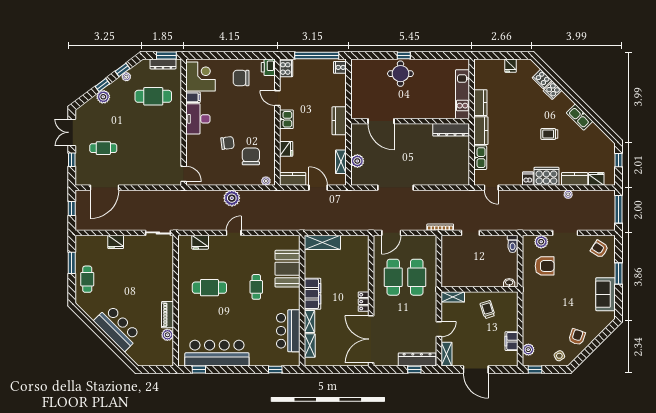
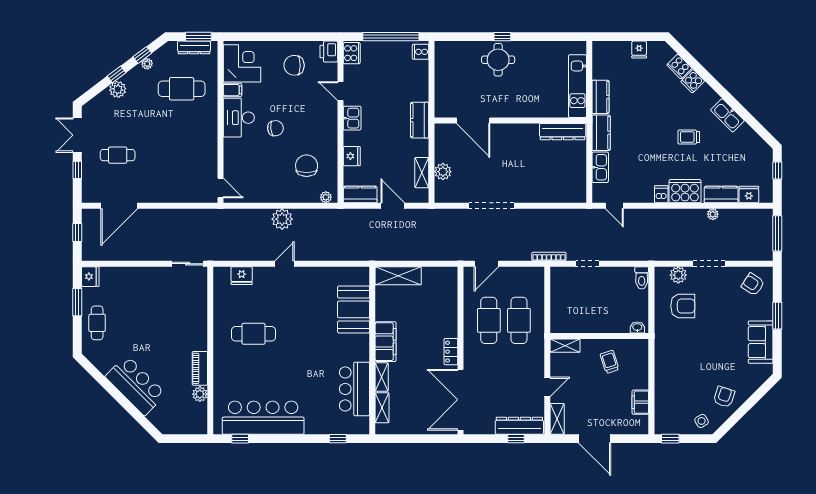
chair: (227, 143) -> (275, 128), moved
fridge: (116, 242) -> (90, 277), moved, turned -90
cafe table: (256, 287) -> (313, 333), removed
plant: (528, 350) -> (662, 413), removed

